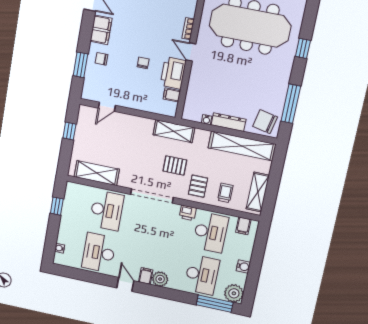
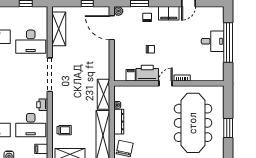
plant: (87, 94) -> (118, 11), added
door: (107, 107) -> (112, 28), width x1.88
shelving: (174, 131) -> (104, 94), moved
pallet: (175, 166) -> (77, 88), removed
pallet: (198, 186) -> (65, 108), removed

